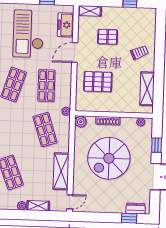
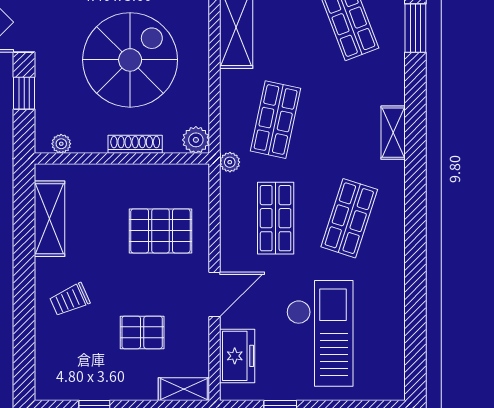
shop shelf: (45, 130) -> (276, 120), turned 30

